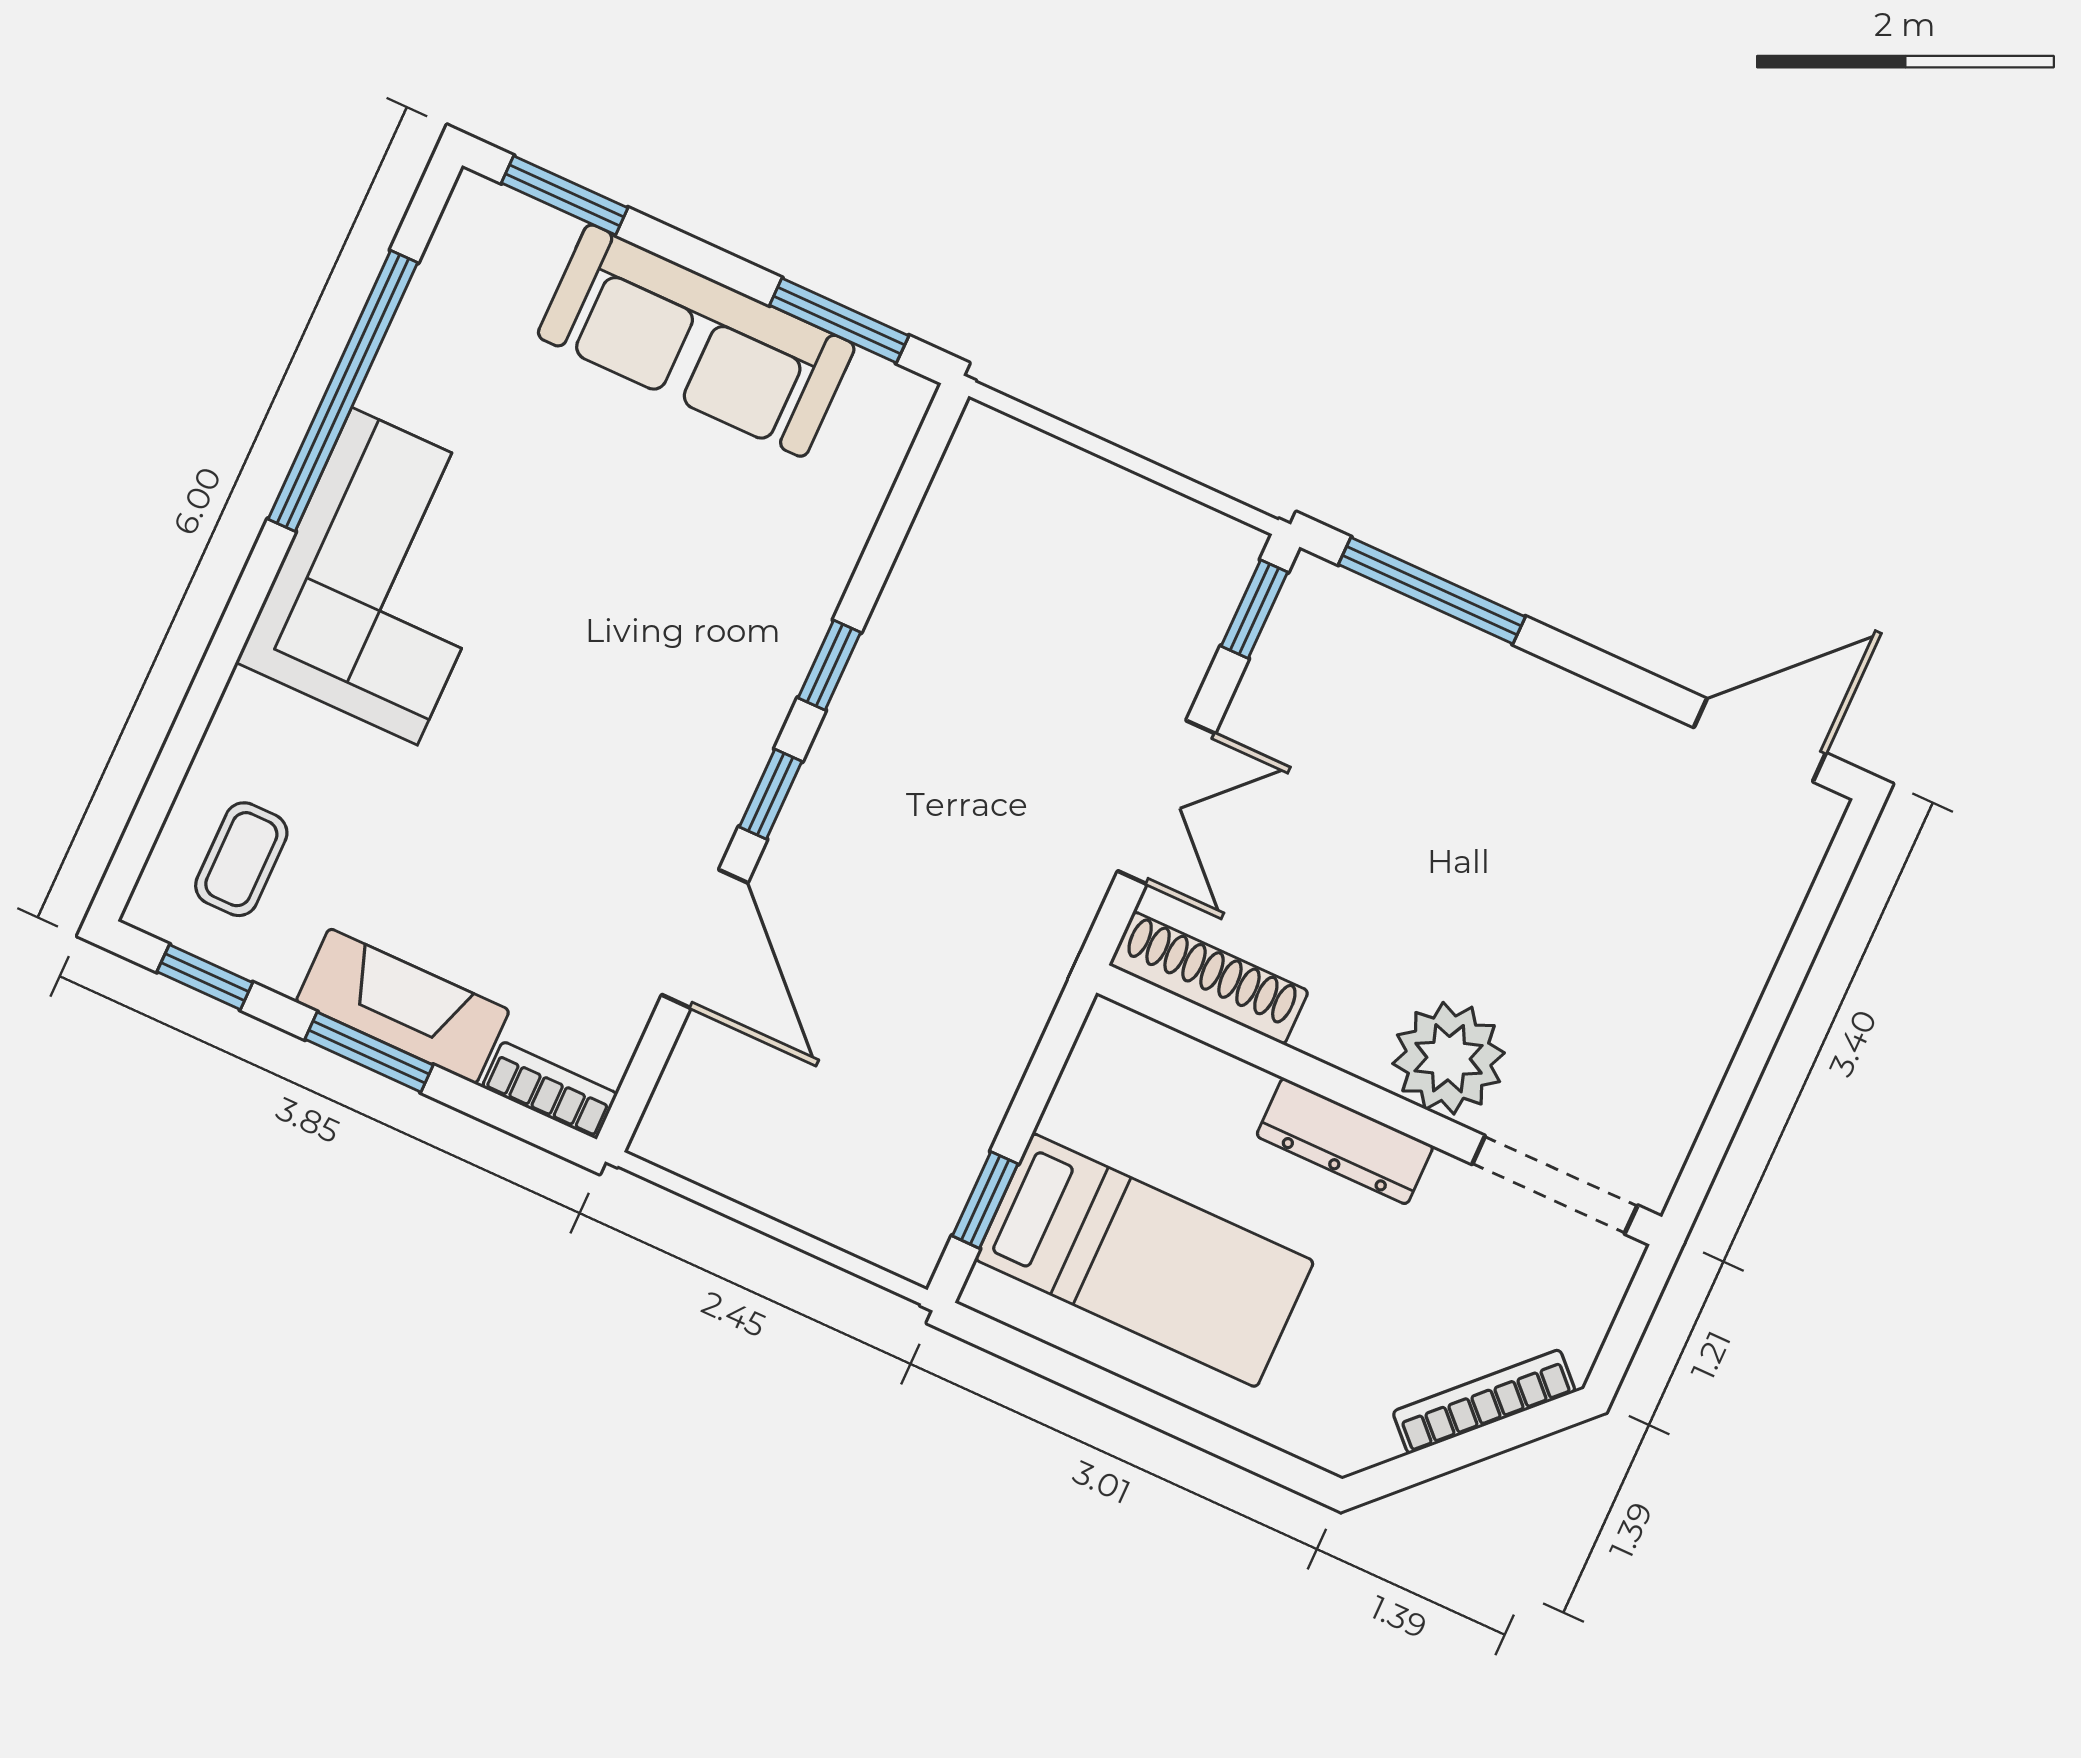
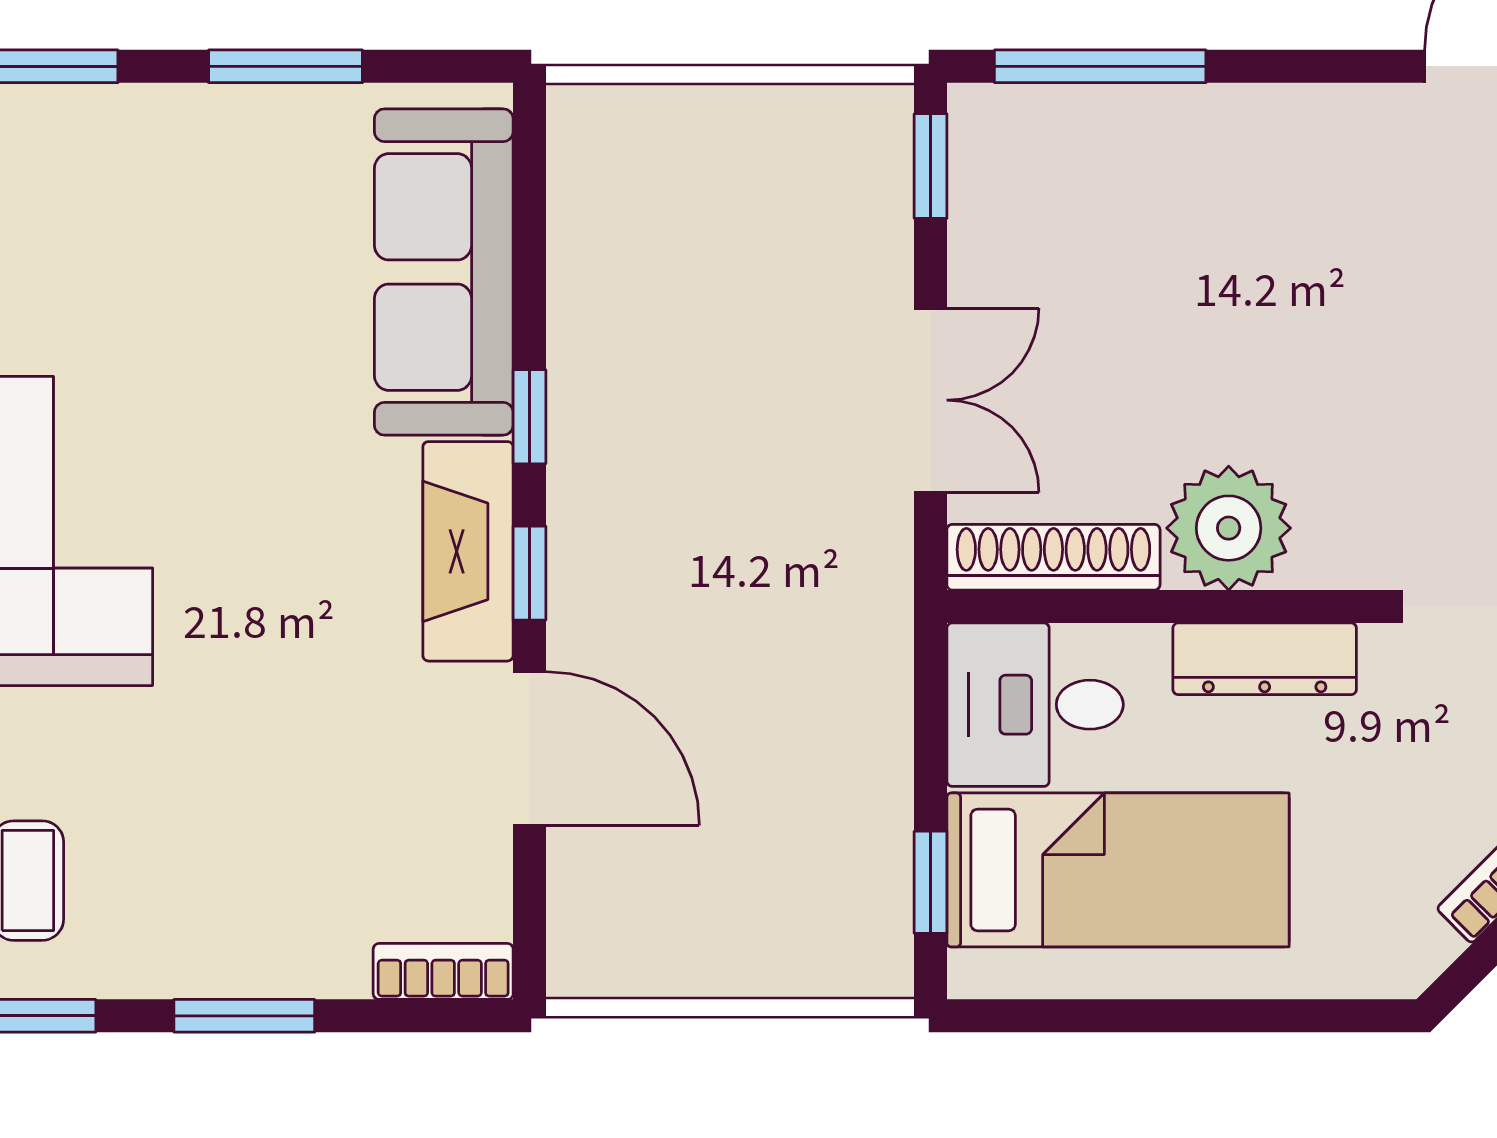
window: (839, 320) -> (285, 66), moved
sofa: (696, 341) -> (444, 272), moved, turned 90
fireplace: (403, 1006) -> (468, 551), moved, turned -90
plant: (1449, 1058) -> (1229, 528), moved
desk: (1138, 1093) -> (1035, 705), added

